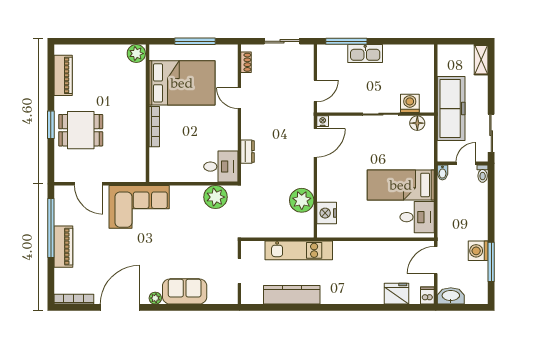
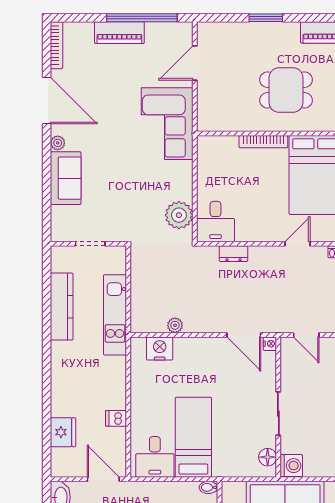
washing machine: (410, 103) -> (291, 466), moved
dining table: (81, 130) -> (286, 90), moved, turned 90
plant: (302, 200) -> (175, 325), width x0.53, depth x0.53
dishwasher: (427, 296) -> (116, 418), moved, turned 180

